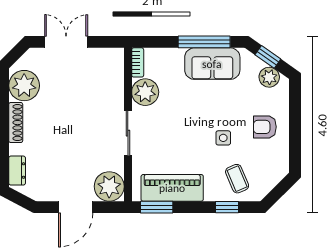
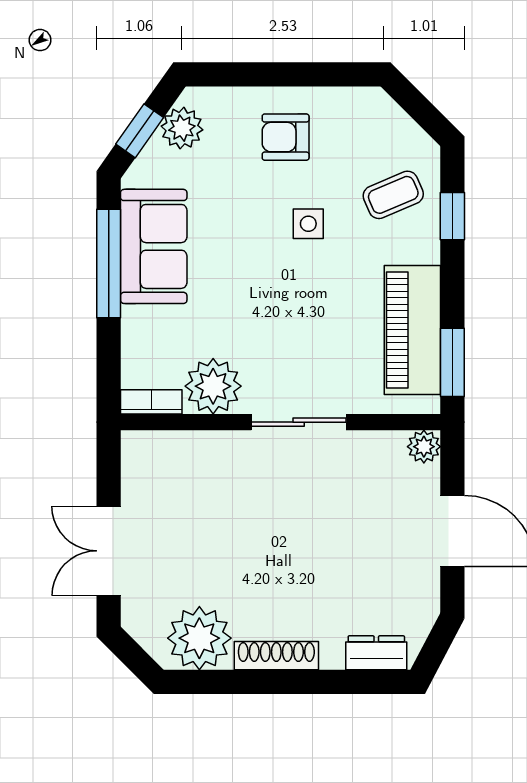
armchair: (265, 127) -> (286, 137), turned 90
plant: (109, 186) -> (424, 447), width x0.53, depth x0.53

